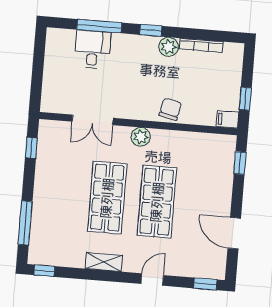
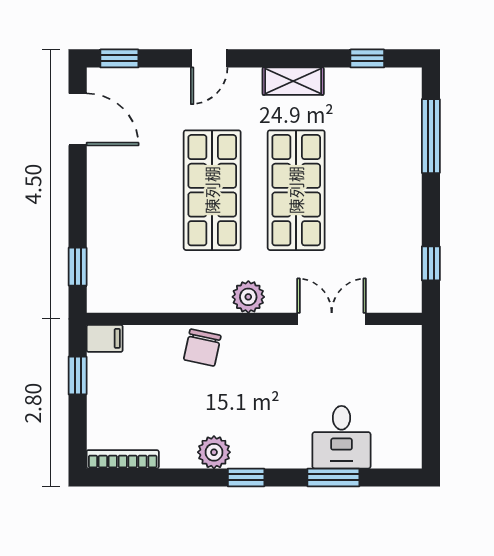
window: (99, 26) -> (333, 477), width x0.69
bookcase: (201, 45) -> (123, 459), moved
door: (234, 233) -> (78, 119), moved
window: (44, 271) -> (367, 58), moved

